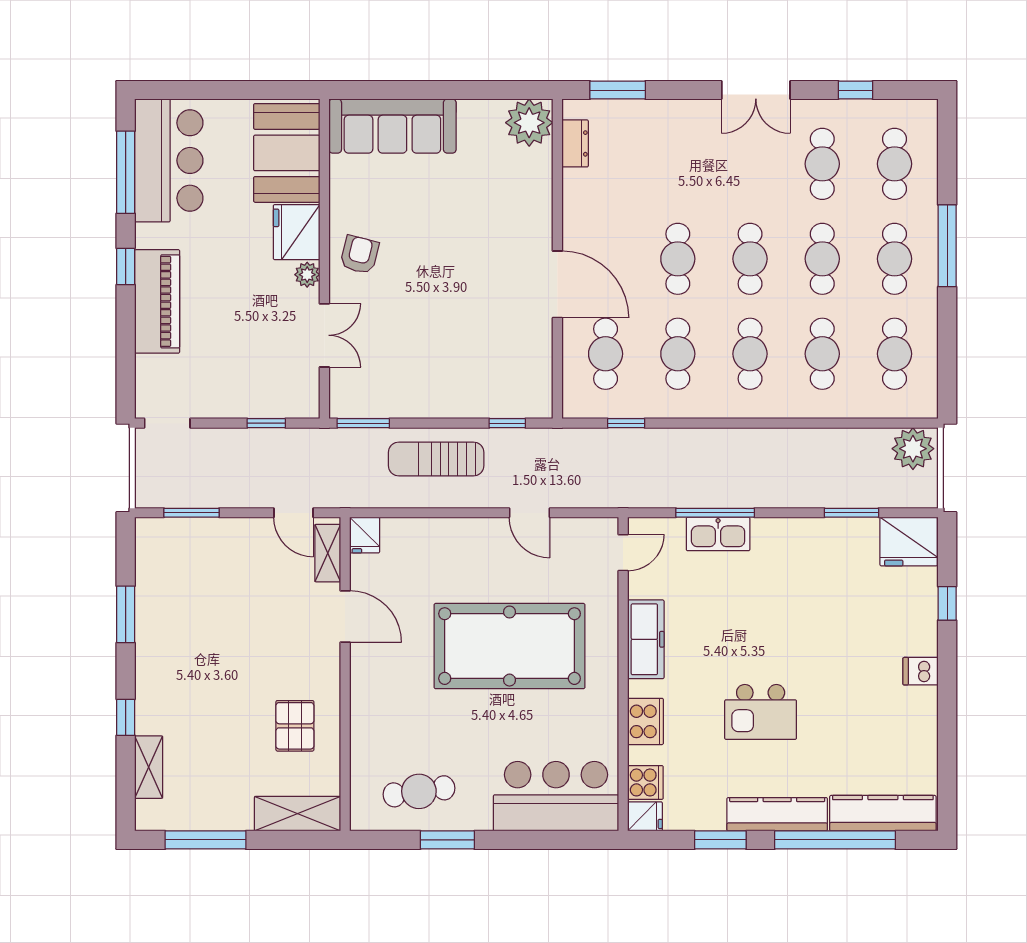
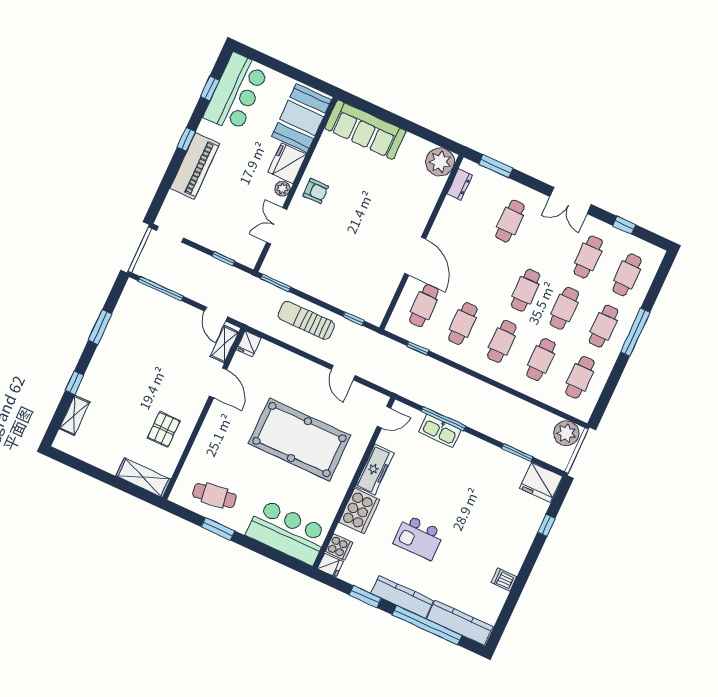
window: (126, 172) -> (210, 88), width x0.46
armchair: (360, 255) -> (316, 191), turned 75
cafe table: (678, 259) -> (510, 221), moved
double door: (324, 335) -> (277, 226), swing flipped
window: (192, 513) -> (161, 289), width x1.44
dishwasher: (921, 671) -> (504, 580), moved
cooker: (645, 721) -> (359, 511), width x1.37, depth x1.31
window: (205, 840) -> (87, 469), removed

